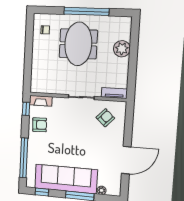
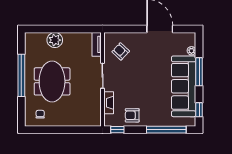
meeting table: (78, 44) -> (52, 81), turned 90
fireplace: (41, 101) -> (109, 103), moved
armchair: (40, 125) -> (132, 115), turned -88

